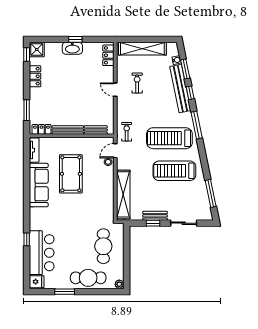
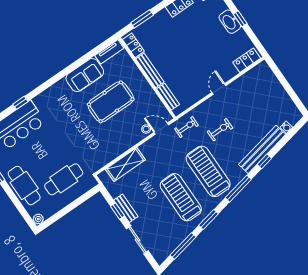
shelving: (142, 49) -> (275, 88), removed
window: (185, 69) -> (208, 219), moved
exercise bike: (137, 83) -> (220, 130), moved
sofa: (39, 185) -> (85, 75), width x0.73
shelving: (123, 194) -> (125, 165), width x0.68

